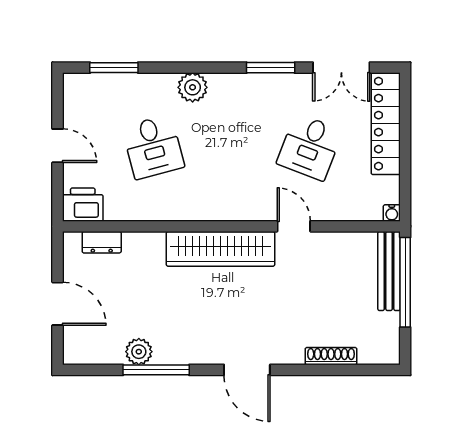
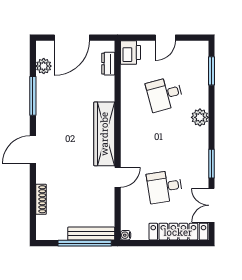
desk: (310, 147) -> (165, 187), turned -30
door: (58, 304) -> (72, 38), width x1.36
plant: (139, 352) -> (44, 66), moved

